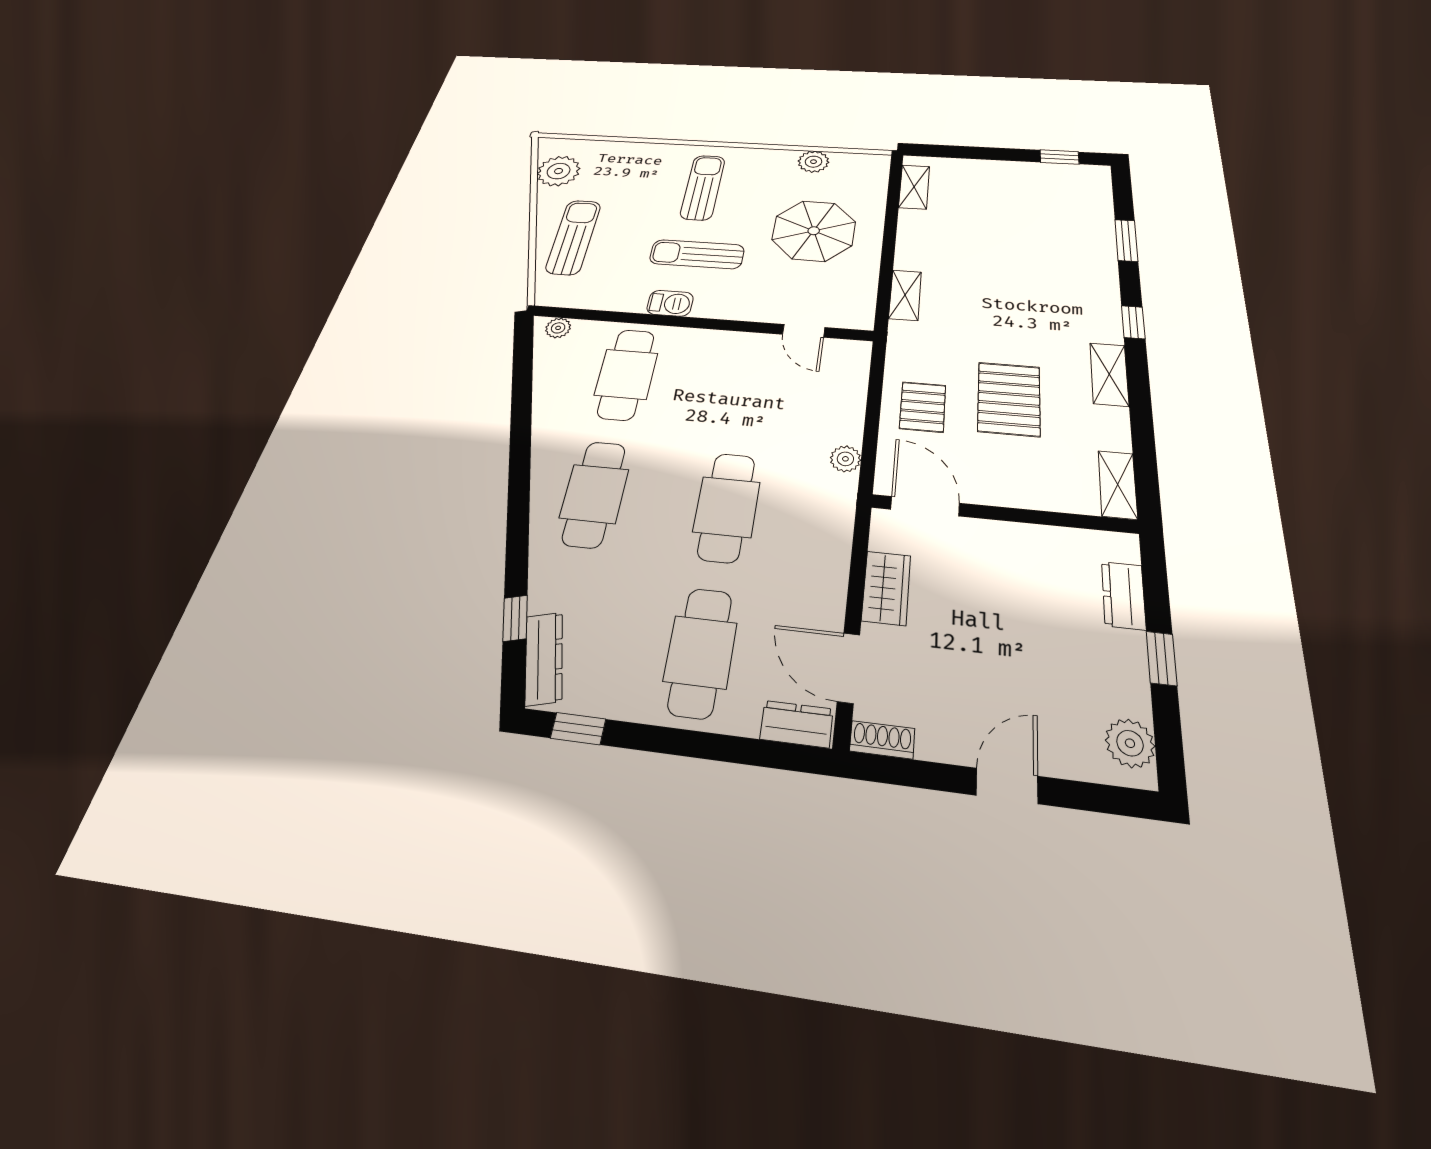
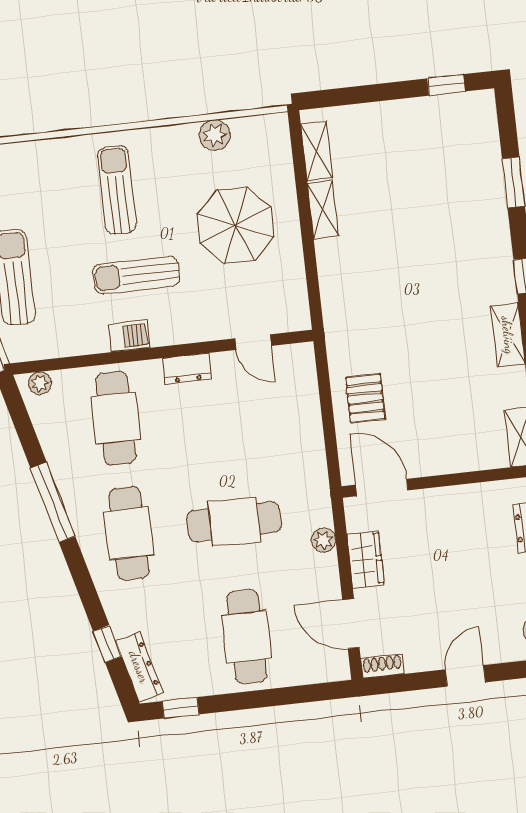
shelving: (905, 295) -> (323, 210), moved
pallet: (1009, 399) -> (432, 376), removed
window: (520, 443) -> (53, 502), added
plant: (845, 459) -> (323, 540), moved
cafe table: (727, 507) -> (234, 522), turned 90
dresser: (797, 724) -> (187, 369), moved, turned 180

